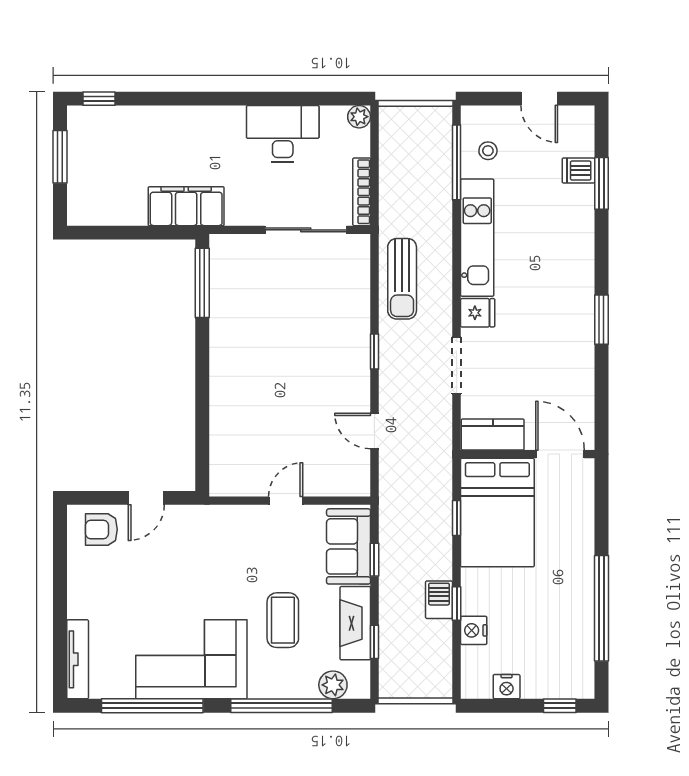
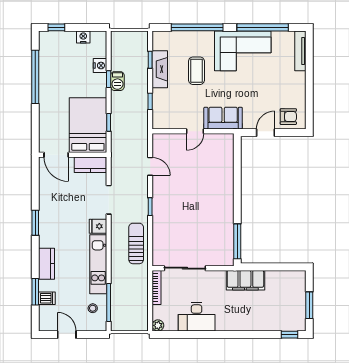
kitchen counter: (579, 239) -> (46, 264), added
sofa: (349, 546) -> (223, 118), moved, turned -90
plant: (333, 685) -> (171, 38), removed

